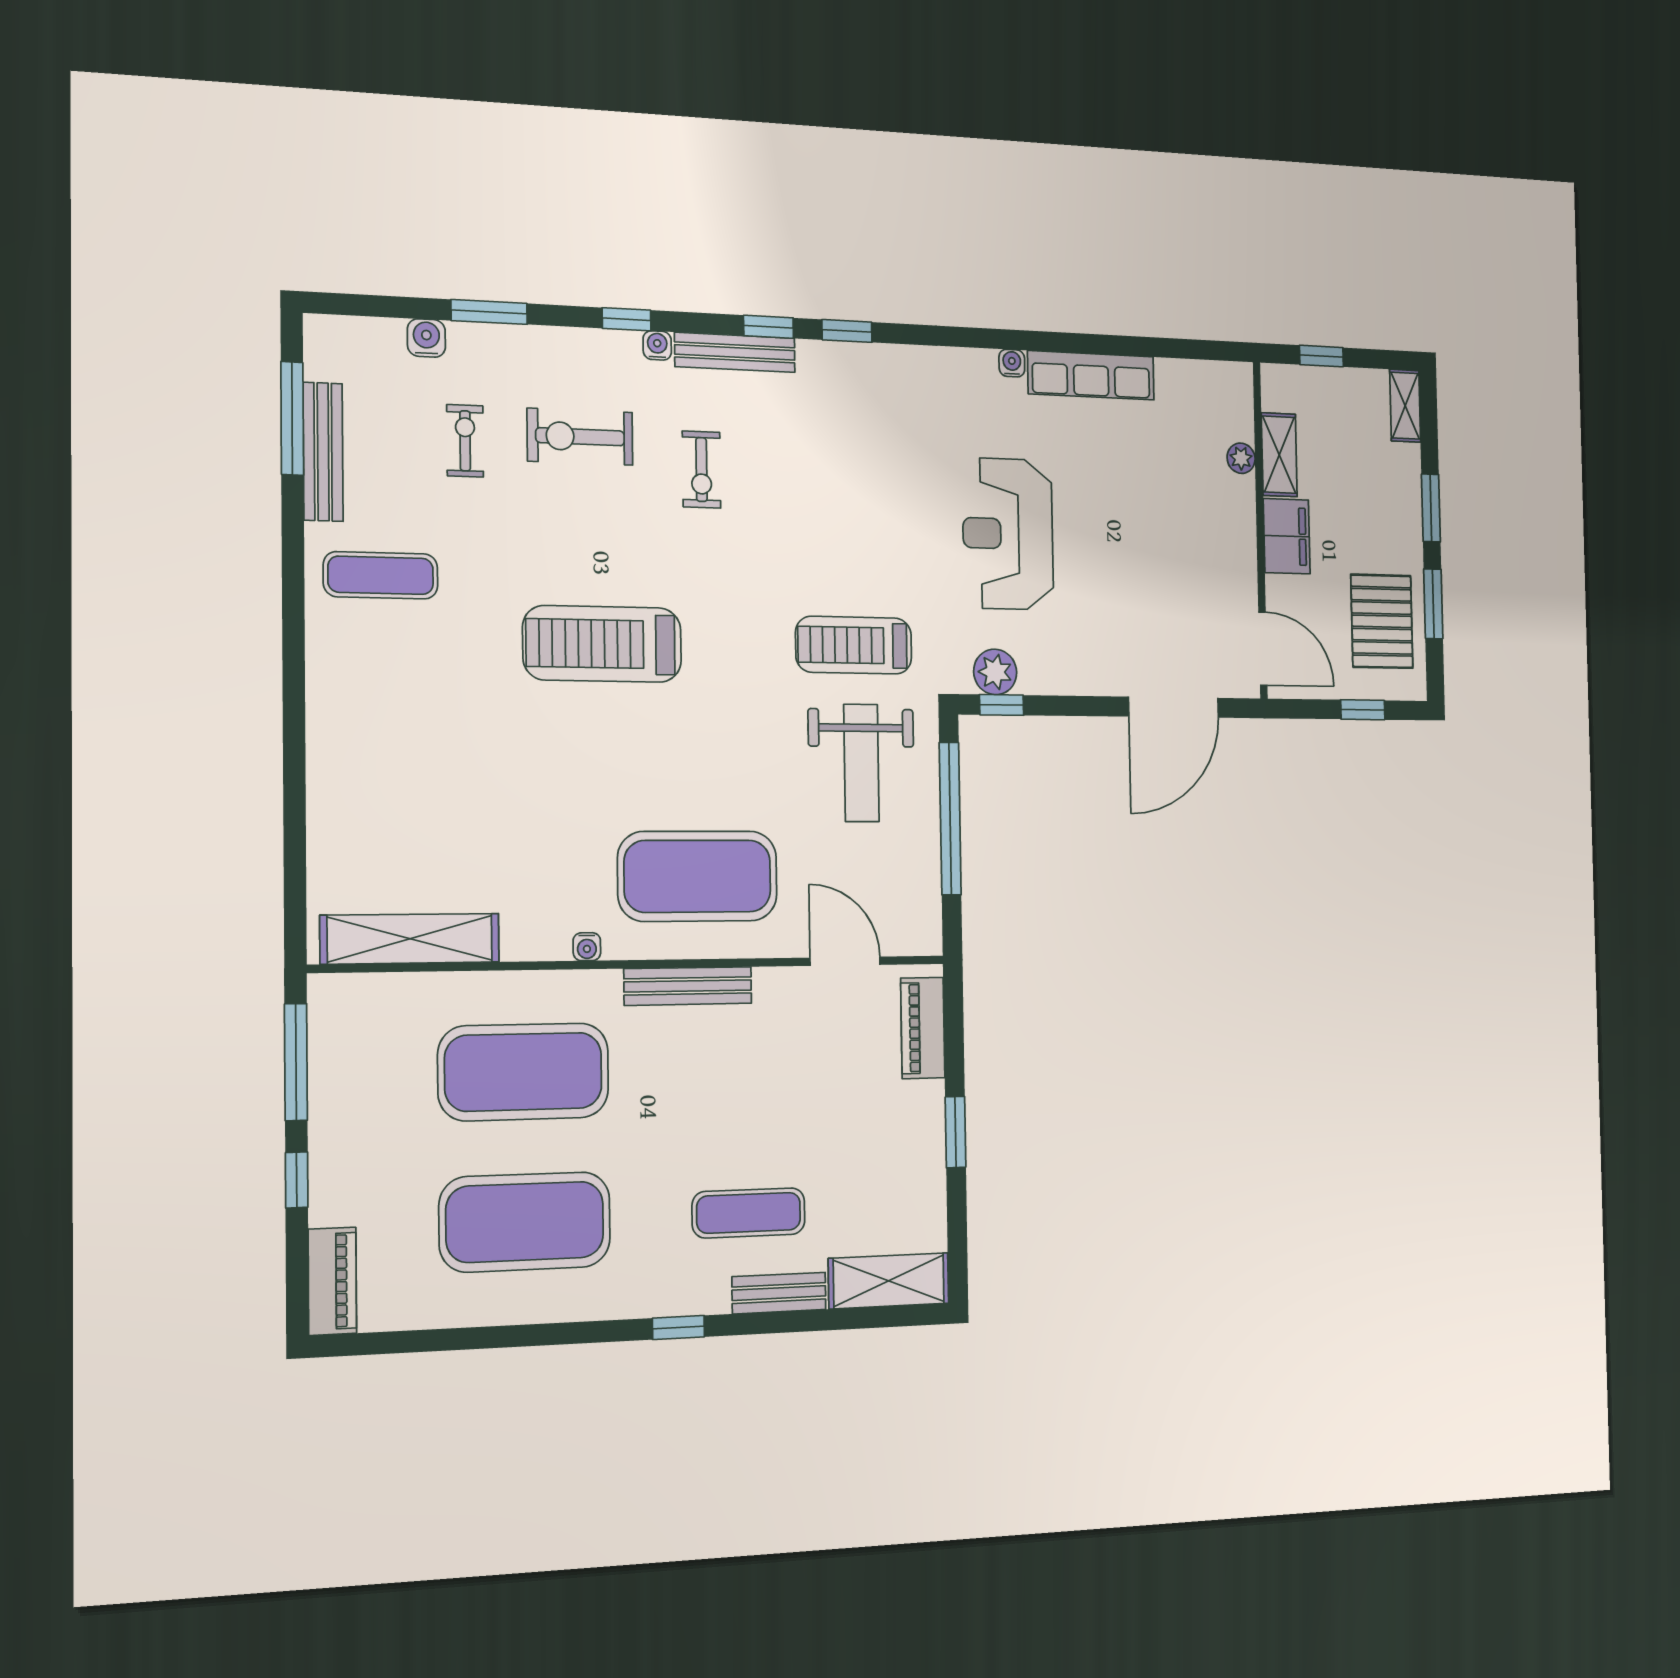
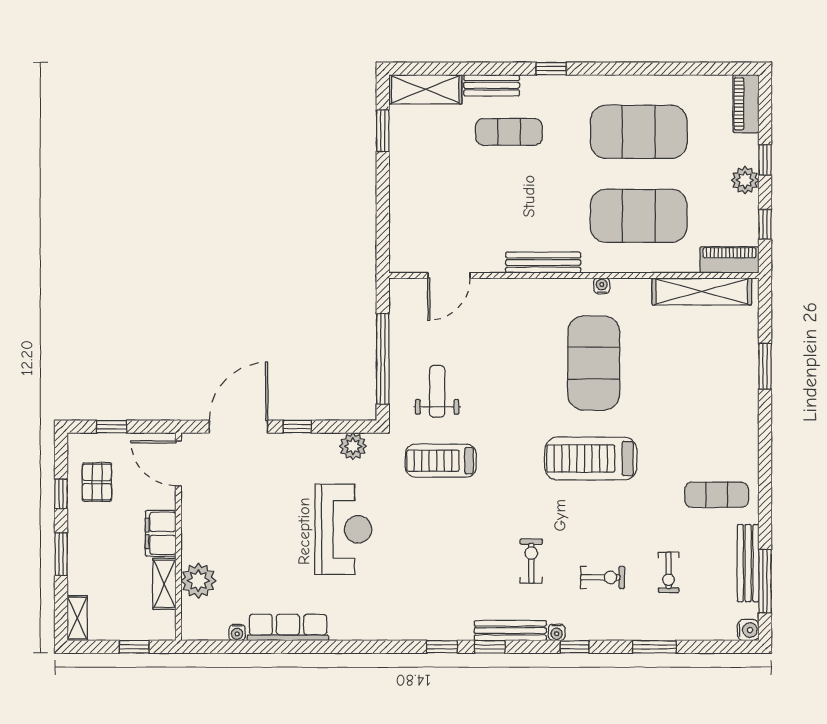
water cooler: (426, 338) -> (748, 630), moved, turned -90
water cooler: (1012, 363) -> (237, 633), moved
exercise bike: (580, 437) -> (603, 577), width x0.73, depth x0.72
plant: (1241, 458) -> (198, 581), width x1.88, depth x1.88
window: (1433, 604) -> (61, 494), width x0.67
pallet: (1382, 621) -> (97, 482), width x0.67, depth x0.71
treadmill: (602, 644) -> (591, 459), turned 180
treadmill: (854, 645) -> (441, 461), turned 180
window: (1002, 705) -> (297, 427), moved
weight bench: (861, 763) -> (437, 391), width x0.73, depth x0.75
window: (294, 805) -> (765, 366), added
exercise mat: (698, 876) -> (594, 363), moved, turned 90
door: (845, 961) -> (449, 275), hinge flipped
piano: (923, 1028) -> (729, 260), moved, turned -90
window: (296, 1062) -> (765, 224), width x0.46
window: (955, 1132) -> (383, 131), moved
plant: (333, 1142) -> (745, 180), added

